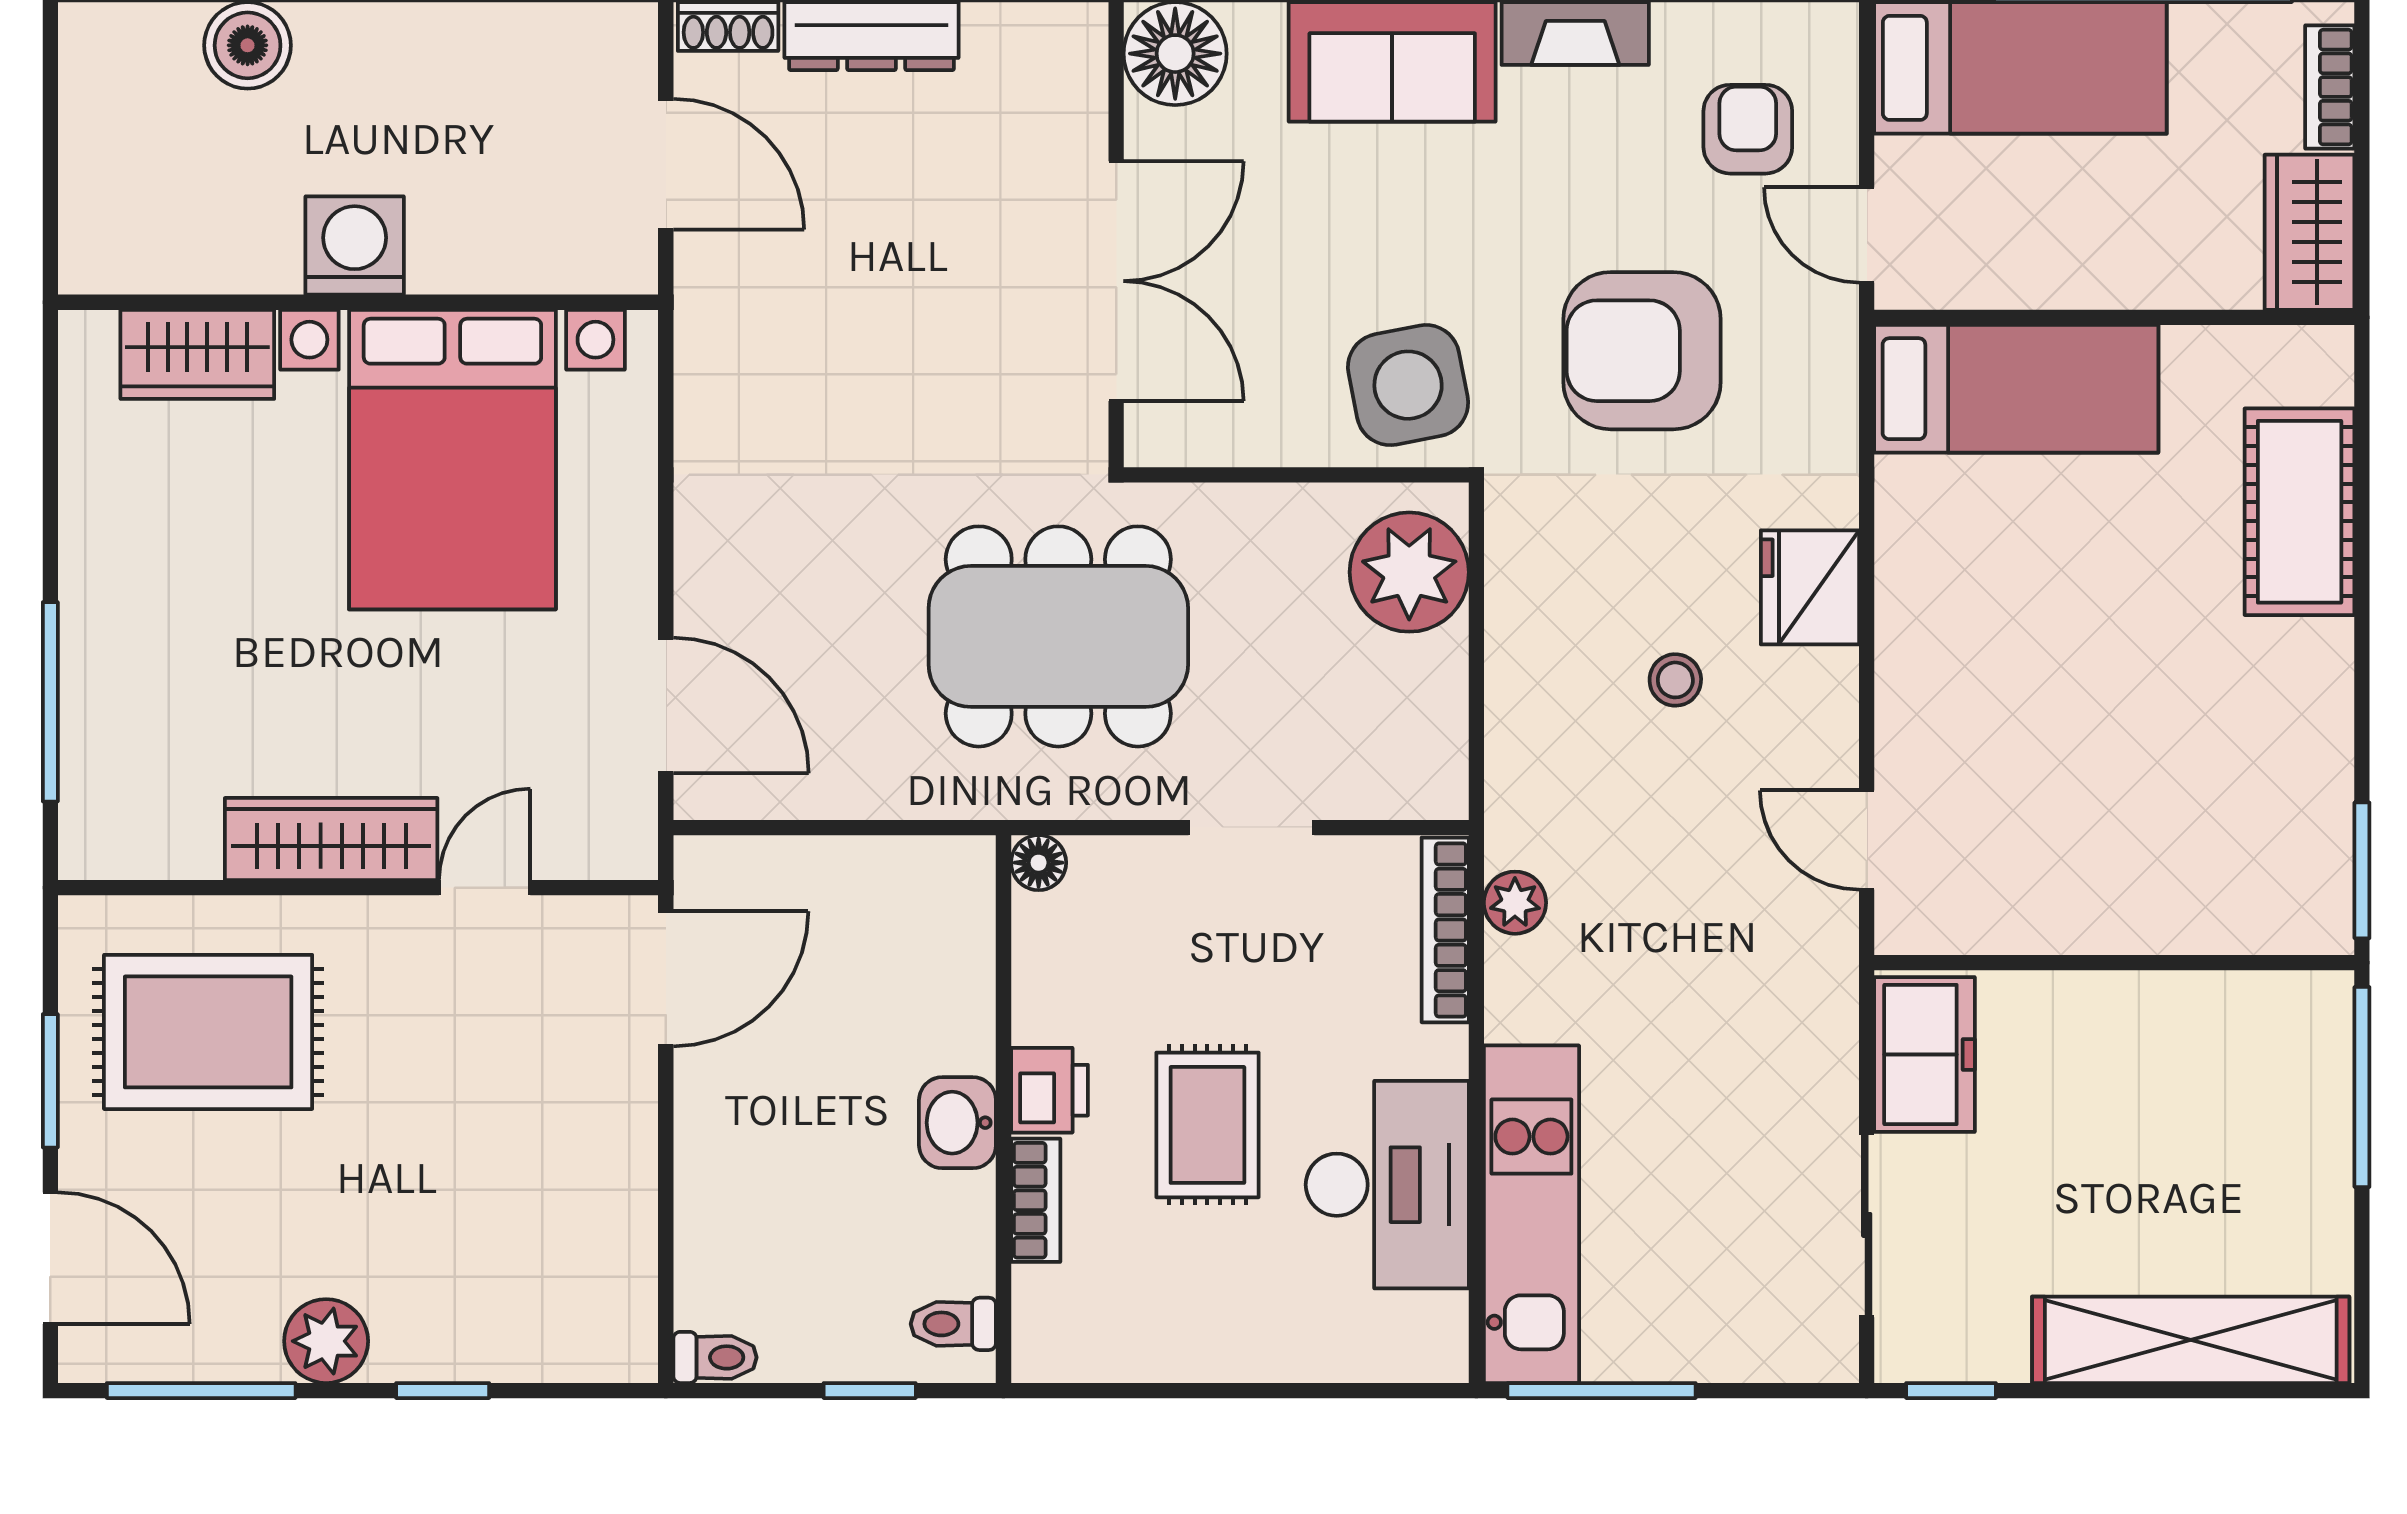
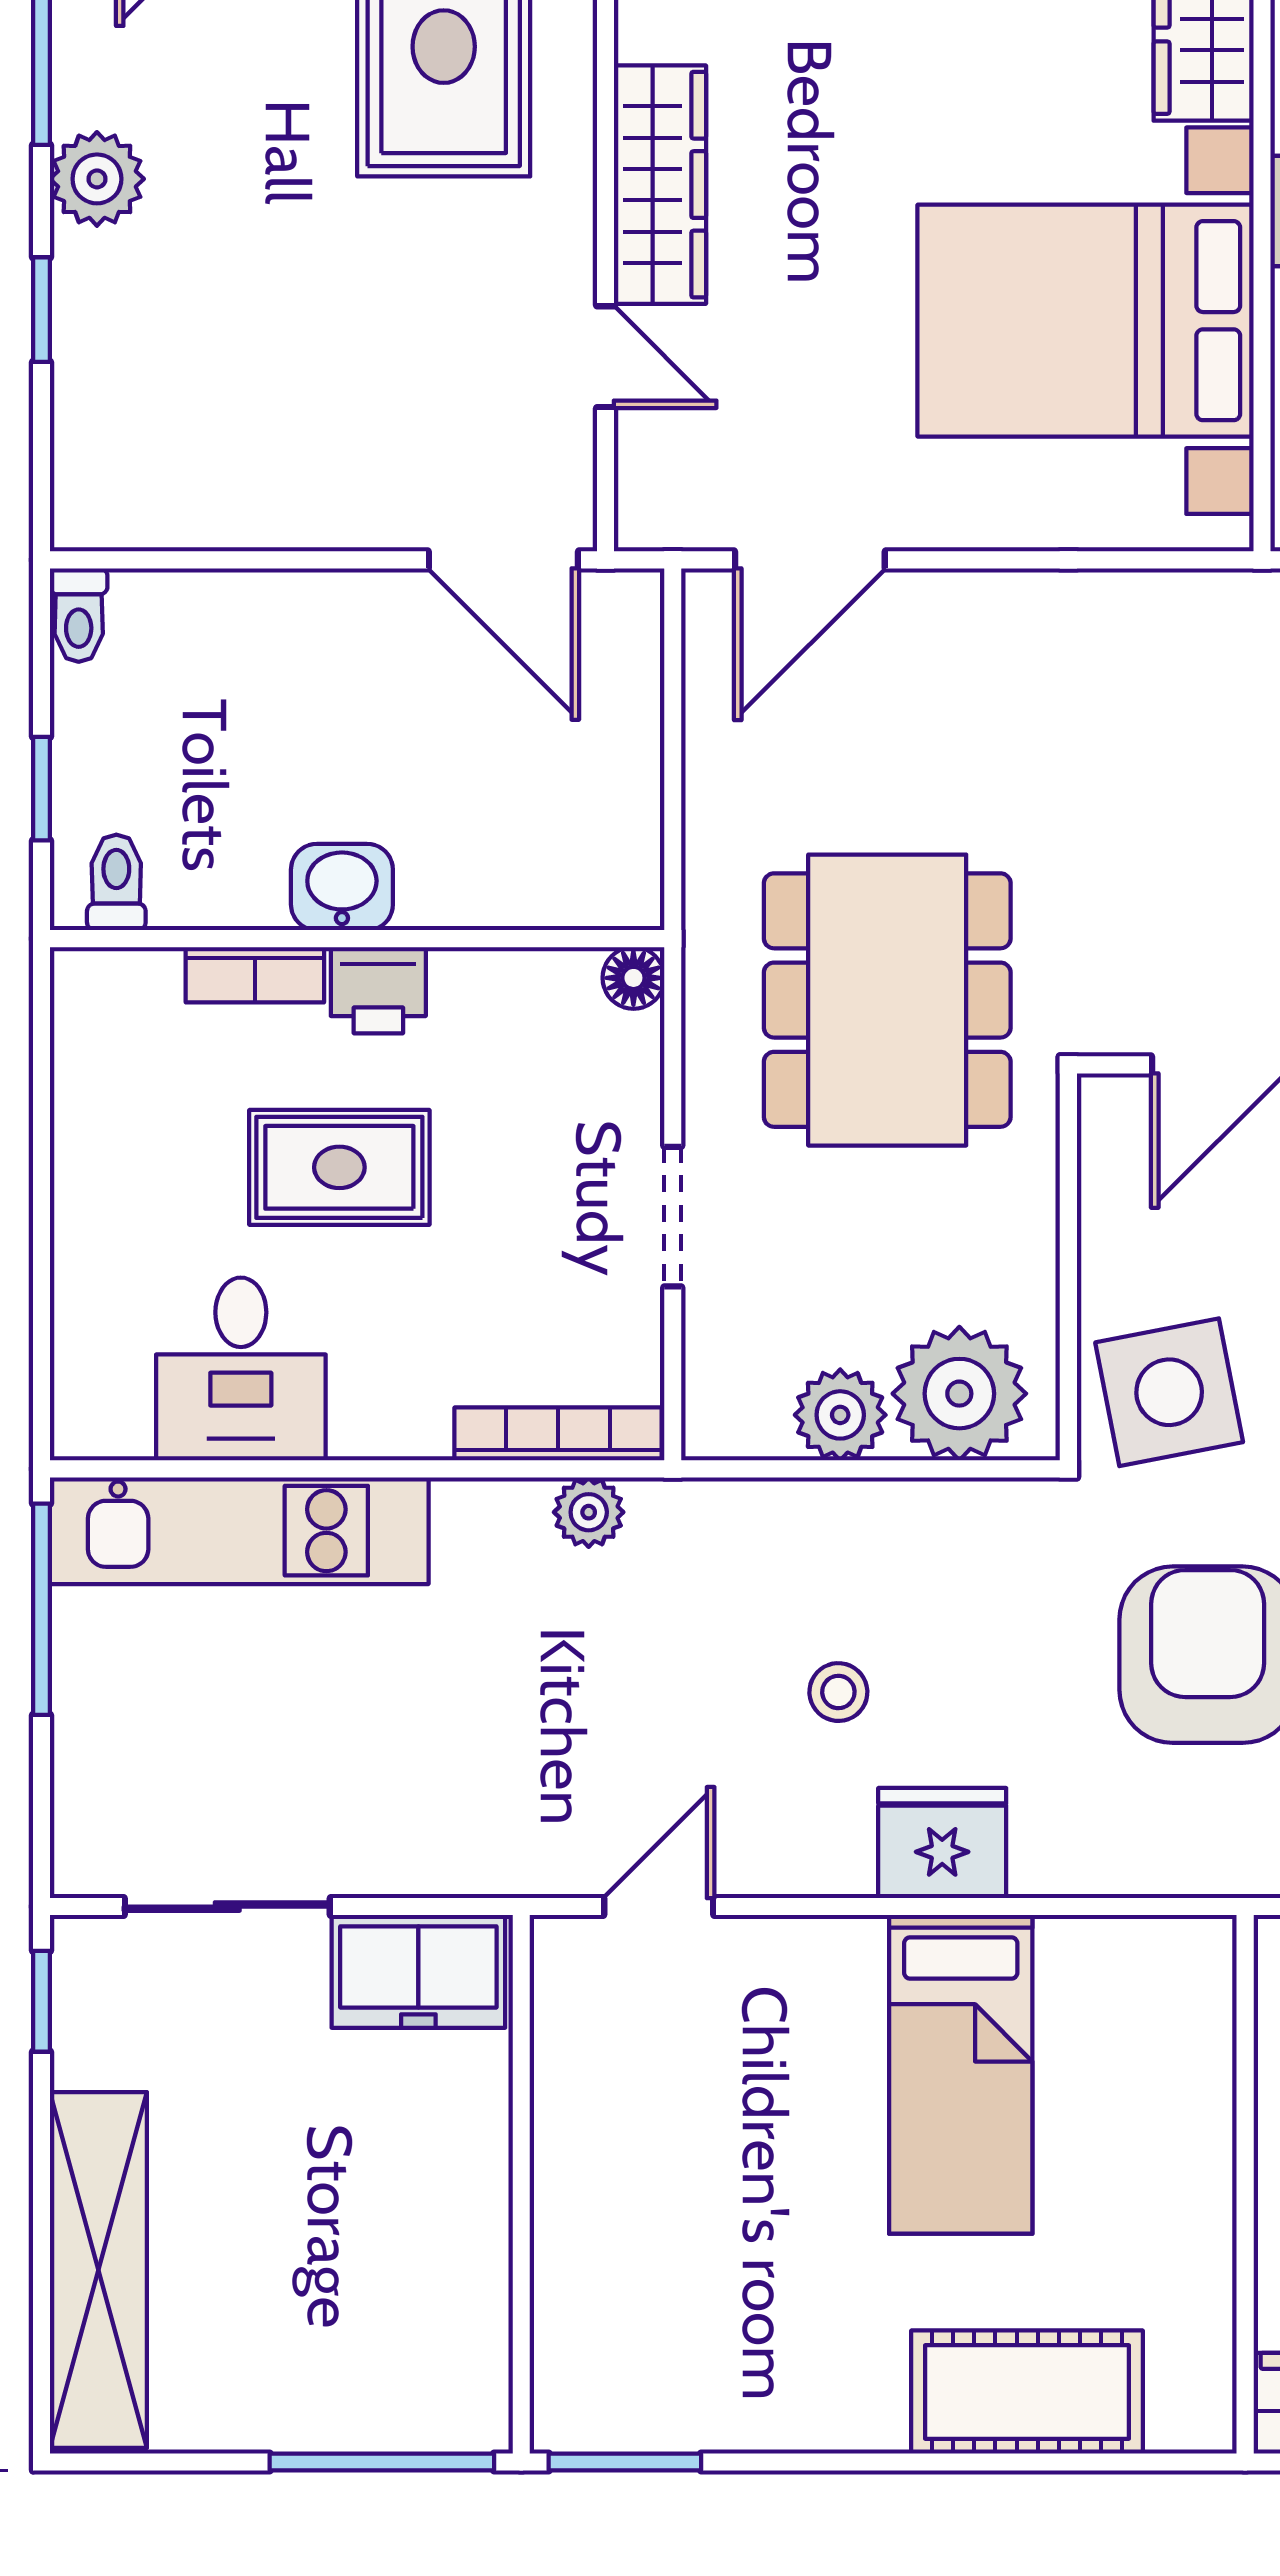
bed: (2016, 389) -> (961, 2074), moved
plant: (1428, 678) -> (840, 1415), added
desk: (1387, 1185) -> (241, 1369), width x0.73

